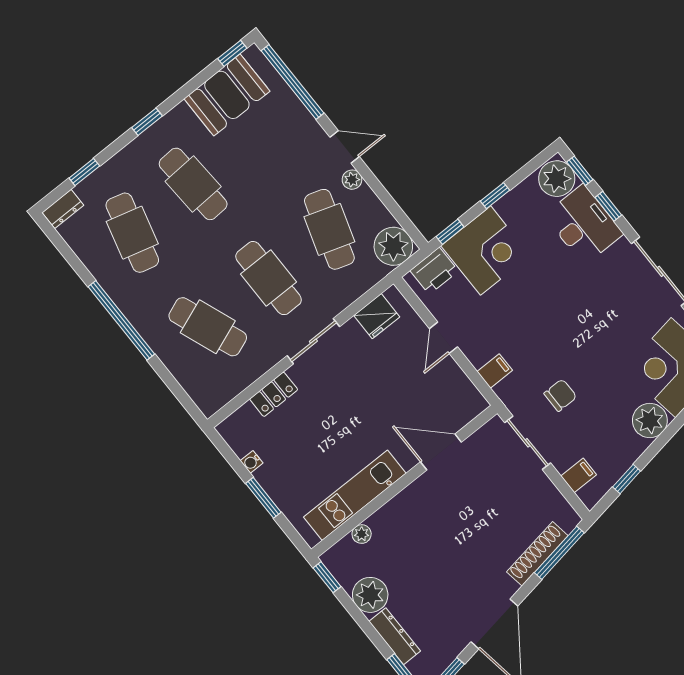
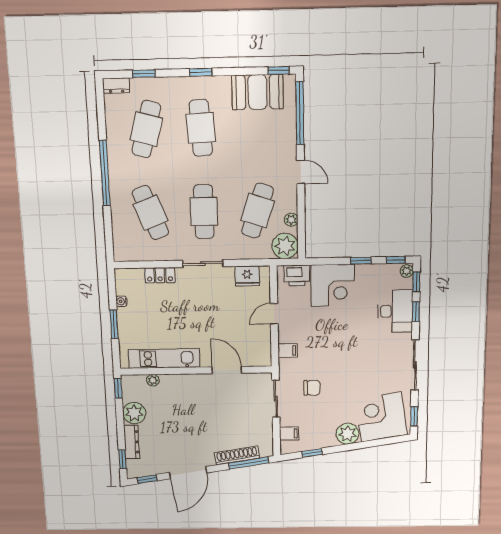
plant: (557, 179) -> (407, 271), width x0.53, depth x0.53
plant: (352, 180) -> (291, 220), moved
window: (450, 232) -> (396, 260), moved

